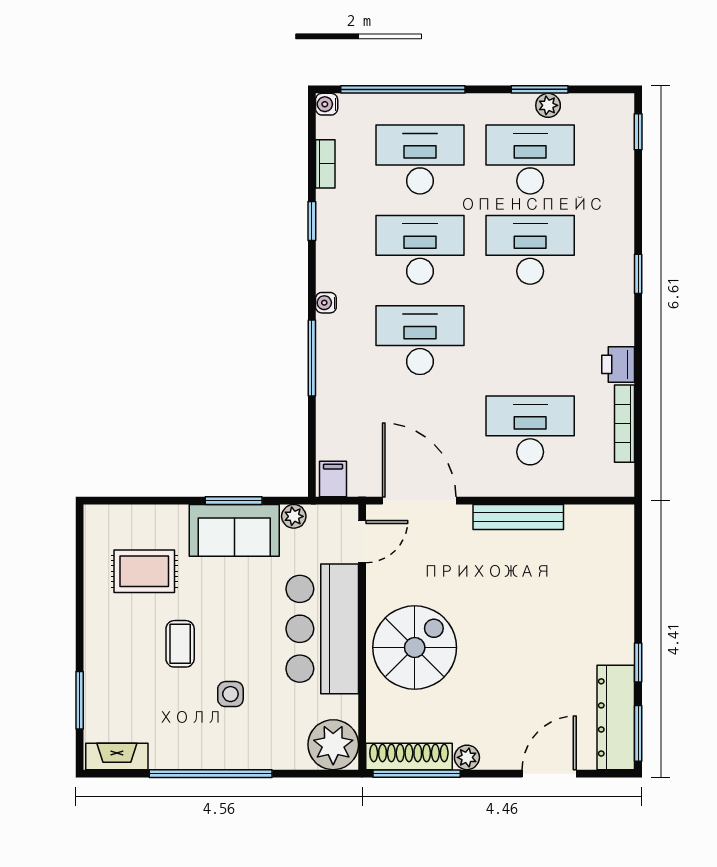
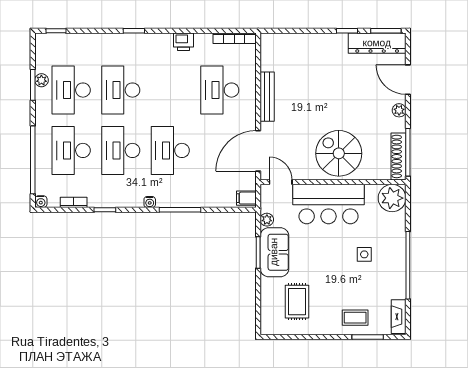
bookcase: (625, 424) -> (234, 38), moved
coffee table: (180, 644) -> (355, 318), moved
plant: (467, 757) -> (399, 110), moved

